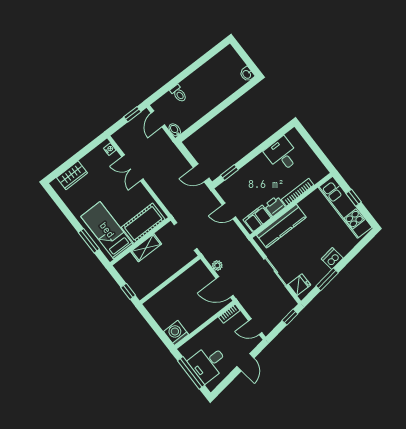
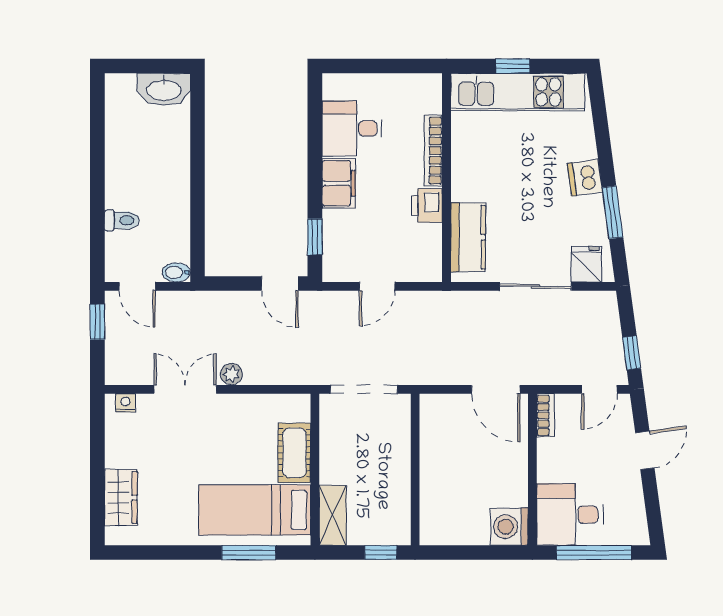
washbasin: (247, 74) -> (164, 89), width x1.91, depth x1.45
double door: (133, 168) -> (185, 389), swing flipped
door: (201, 173) -> (280, 283), hinge flipped
filing cabinet: (257, 219) -> (339, 183), moved, turned 180
cot: (143, 223) -> (294, 453), width x0.73, depth x0.75
kitchen counter: (281, 226) -> (468, 237), width x0.67
shelving: (146, 248) -> (333, 515), moved
plant: (217, 265) -> (231, 374), moved
door: (225, 287) -> (496, 389), hinge flipped
window: (290, 317) -> (632, 353), moved
door: (245, 362) -> (645, 450), hinge flipped
desk: (208, 363) -> (570, 515), moved, turned 90

